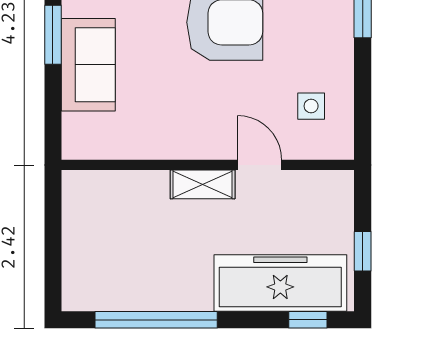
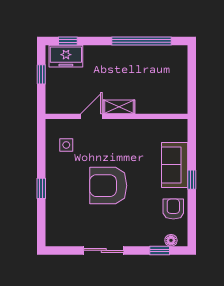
window: (53, 35) -> (192, 180), width x0.67
door: (260, 165) -> (91, 116), swing flipped
freezer: (280, 283) -> (66, 56), width x0.52, depth x0.79

